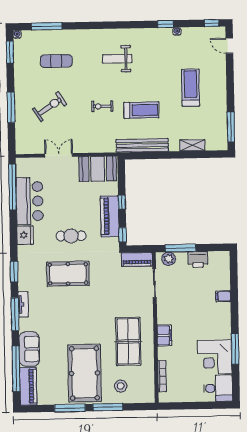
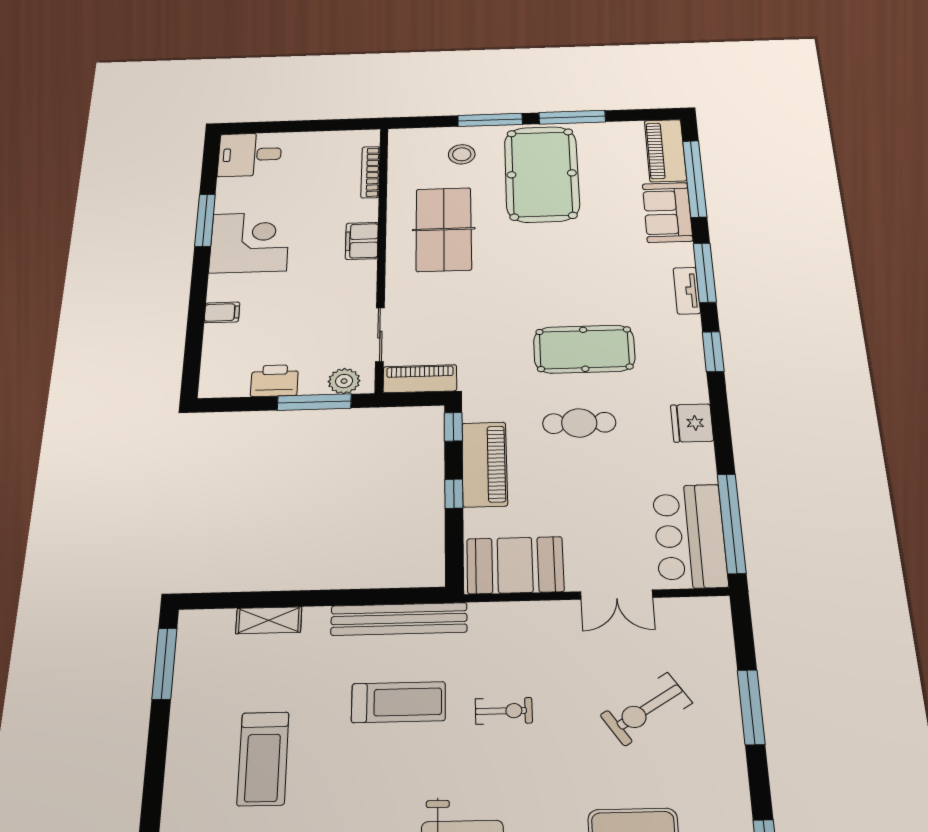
treadmill: (141, 110) -> (398, 702), turned 180
bar counter: (30, 201) -> (690, 536), moved
corner desk: (215, 357) -> (250, 242), moved

